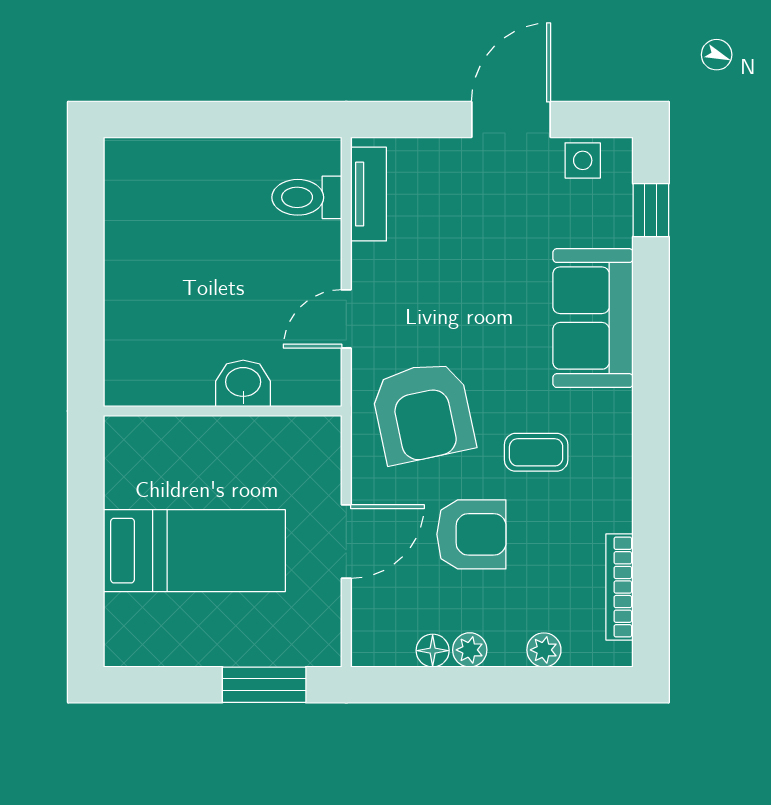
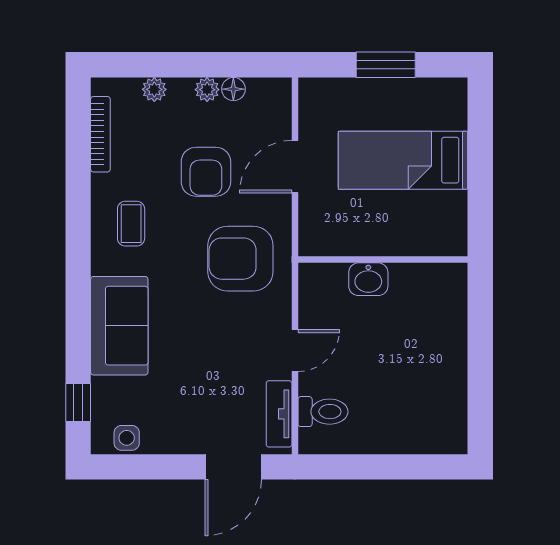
door: (511, 120) -> (233, 467), moved
door: (346, 319) -> (295, 351), moved
armchair: (423, 412) -> (240, 259), turned -78
coffee table: (536, 452) -> (131, 224), moved, turned 90
armchair: (471, 534) -> (206, 172), turned -90
window: (264, 685) -> (386, 65), moved

